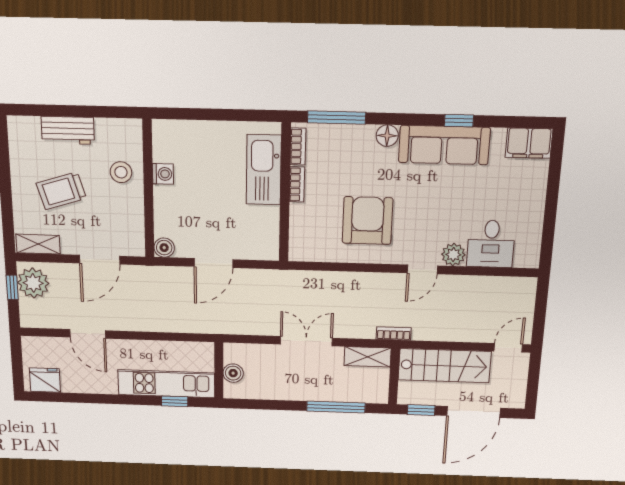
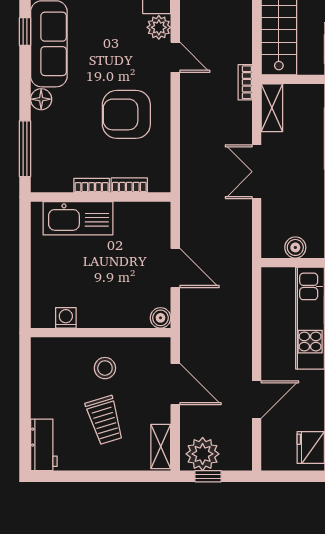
workbench: (68, 130) -> (44, 445), moved
bookcase: (298, 146) -> (129, 185), moved
stool: (121, 172) -> (105, 368), moved
washing machine: (163, 174) -> (66, 318), moved

